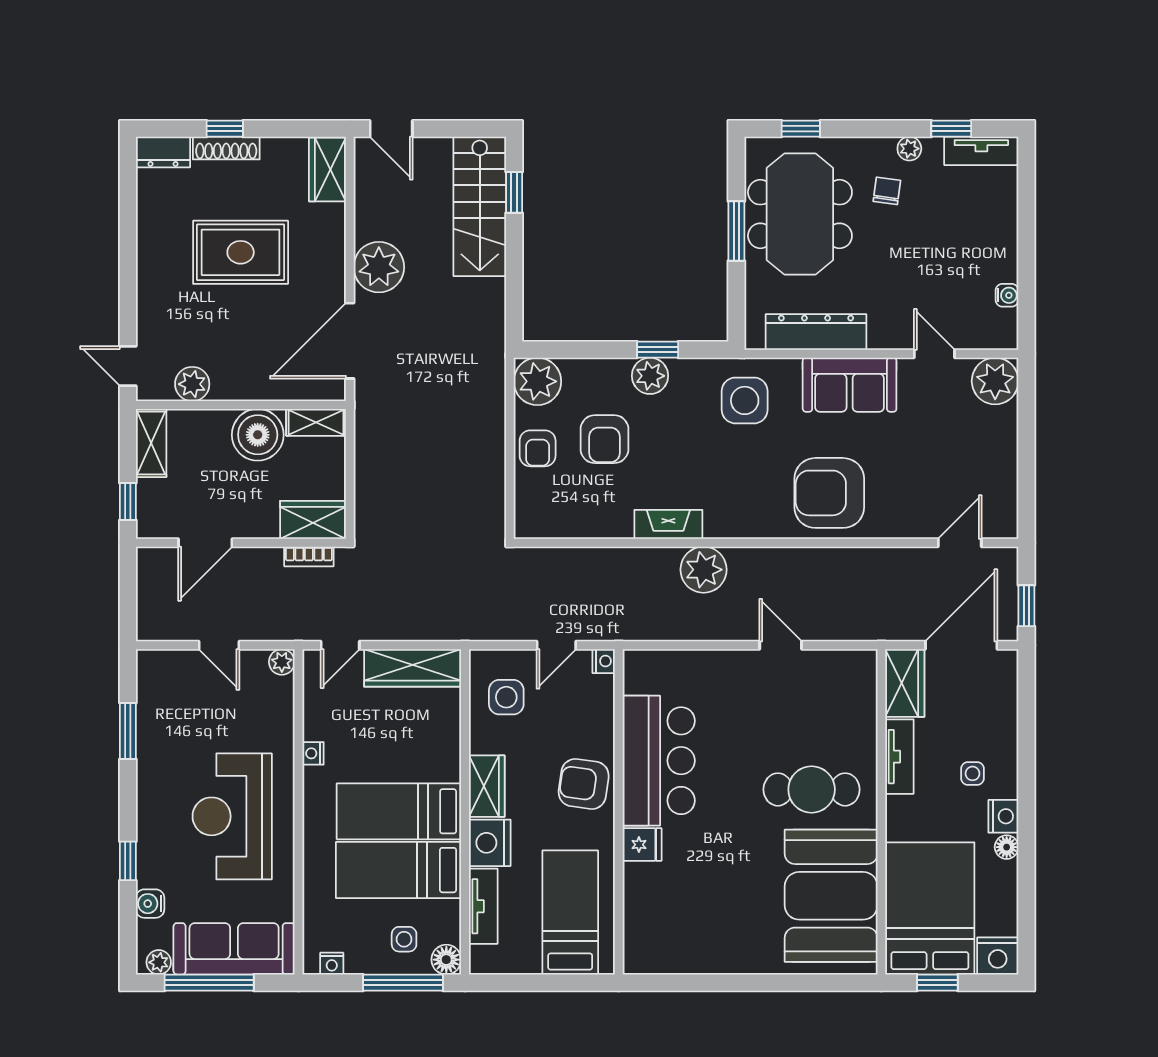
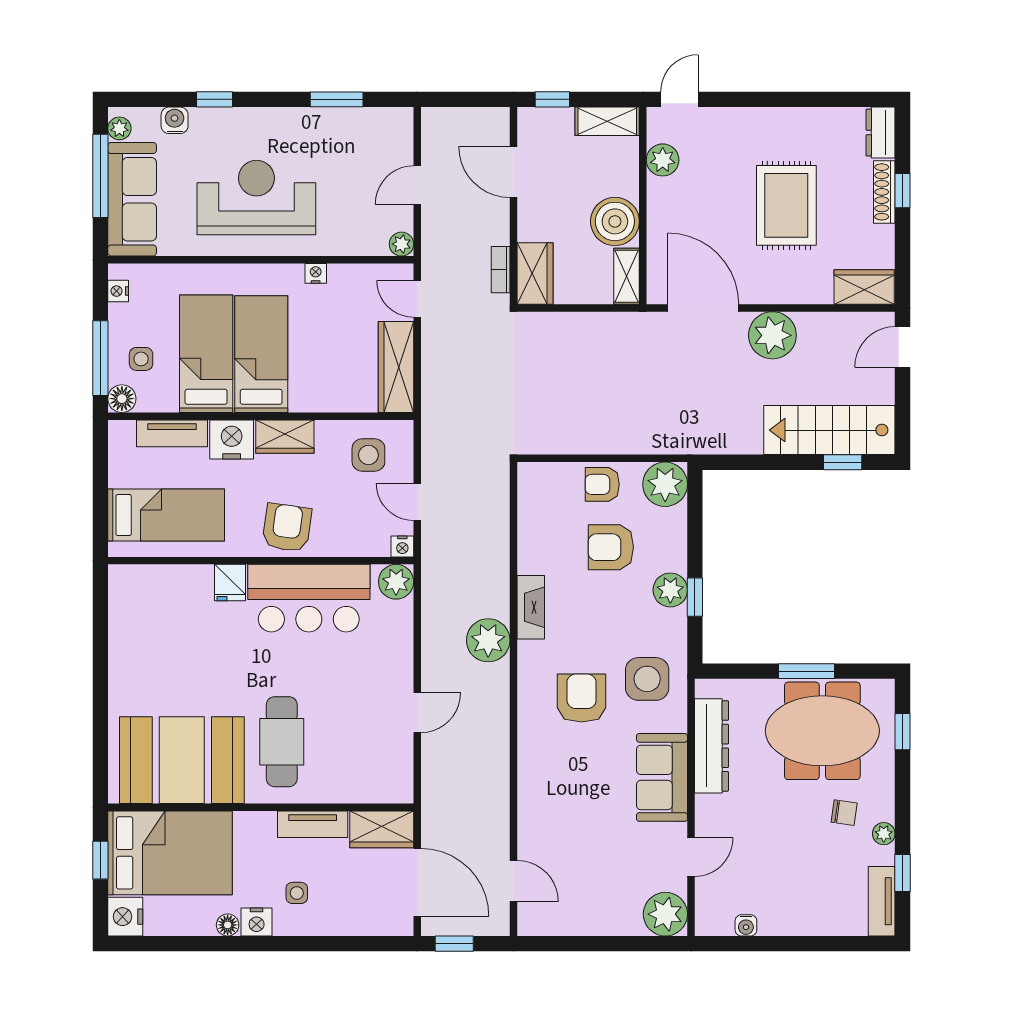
armchair: (829, 493) -> (582, 698), moved, width x0.73, depth x0.73
plant: (641, 668) -> (396, 582), added

